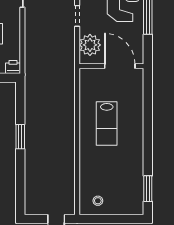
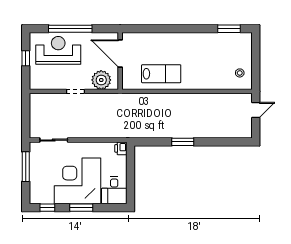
door: (120, 66) -> (120, 54), hinge flipped
lab bench: (107, 124) -> (161, 74), moved

